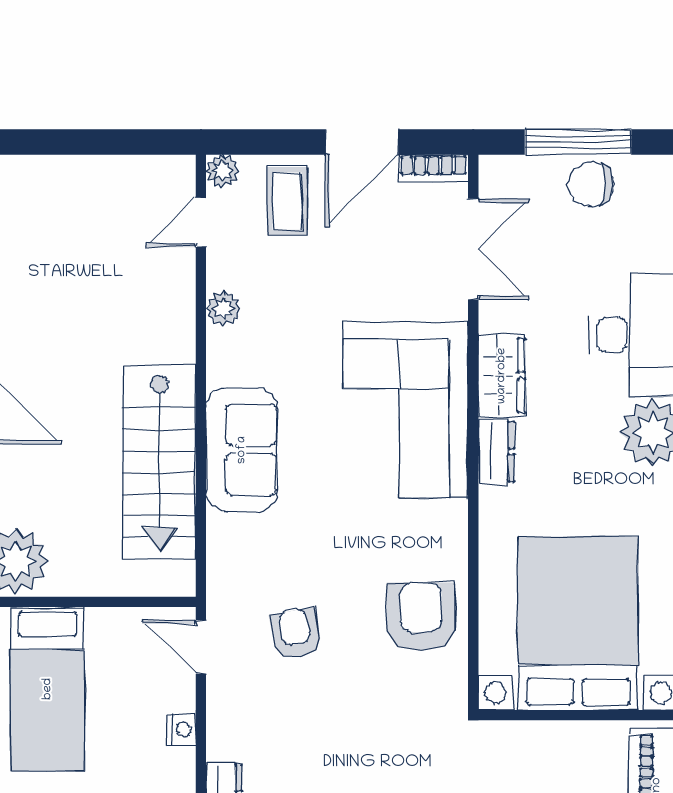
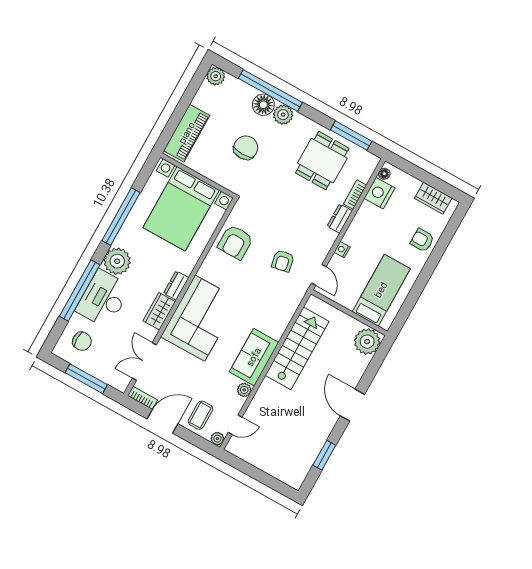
chair: (591, 184) -> (82, 341), moved
sofa: (242, 450) -> (254, 357), moved

